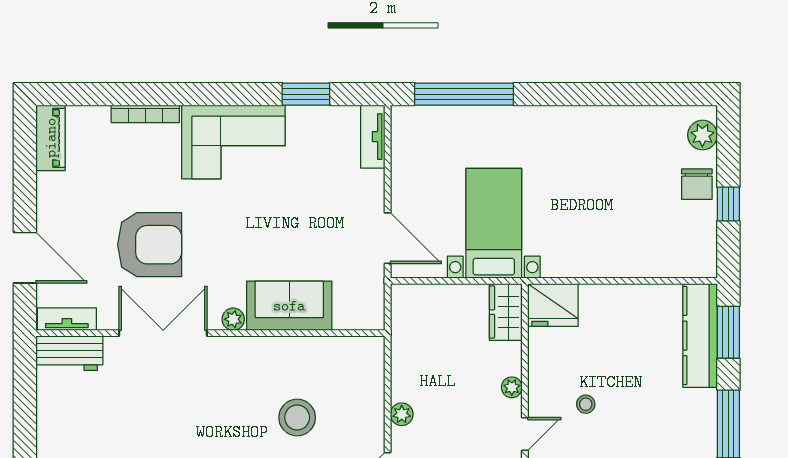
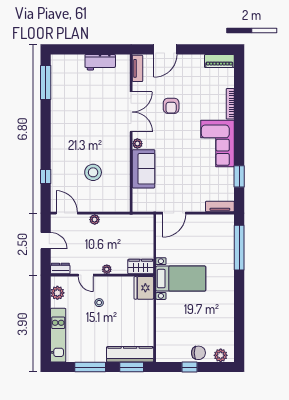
chair: (697, 184) -> (198, 353), turned 180
bed with nightstands: (494, 223) -> (181, 279), moved
armchair: (150, 245) -> (171, 106), width x0.53, depth x0.53
workbench: (69, 353) -> (100, 62), moved, turned -90

